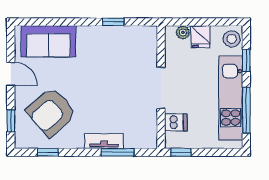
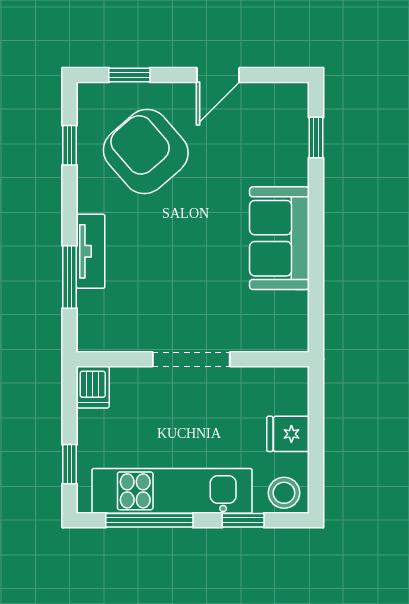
window: (113, 22) -> (316, 137), moved
plant: (183, 32) -> (296, 400), removed
sofa: (48, 41) -> (279, 238), moved
dishwasher: (176, 122) -> (93, 387), moved
window: (181, 152) -> (70, 464), moved

